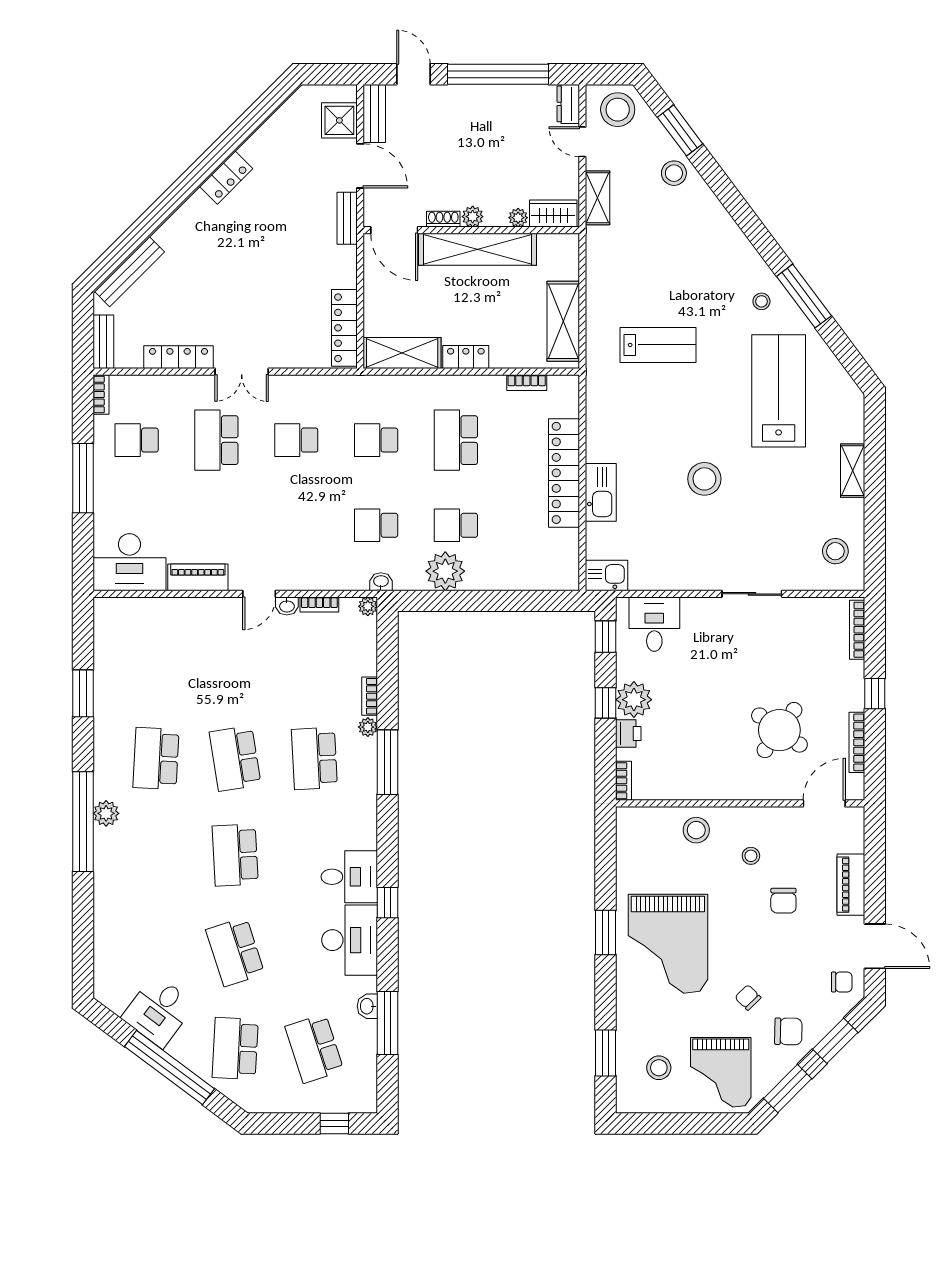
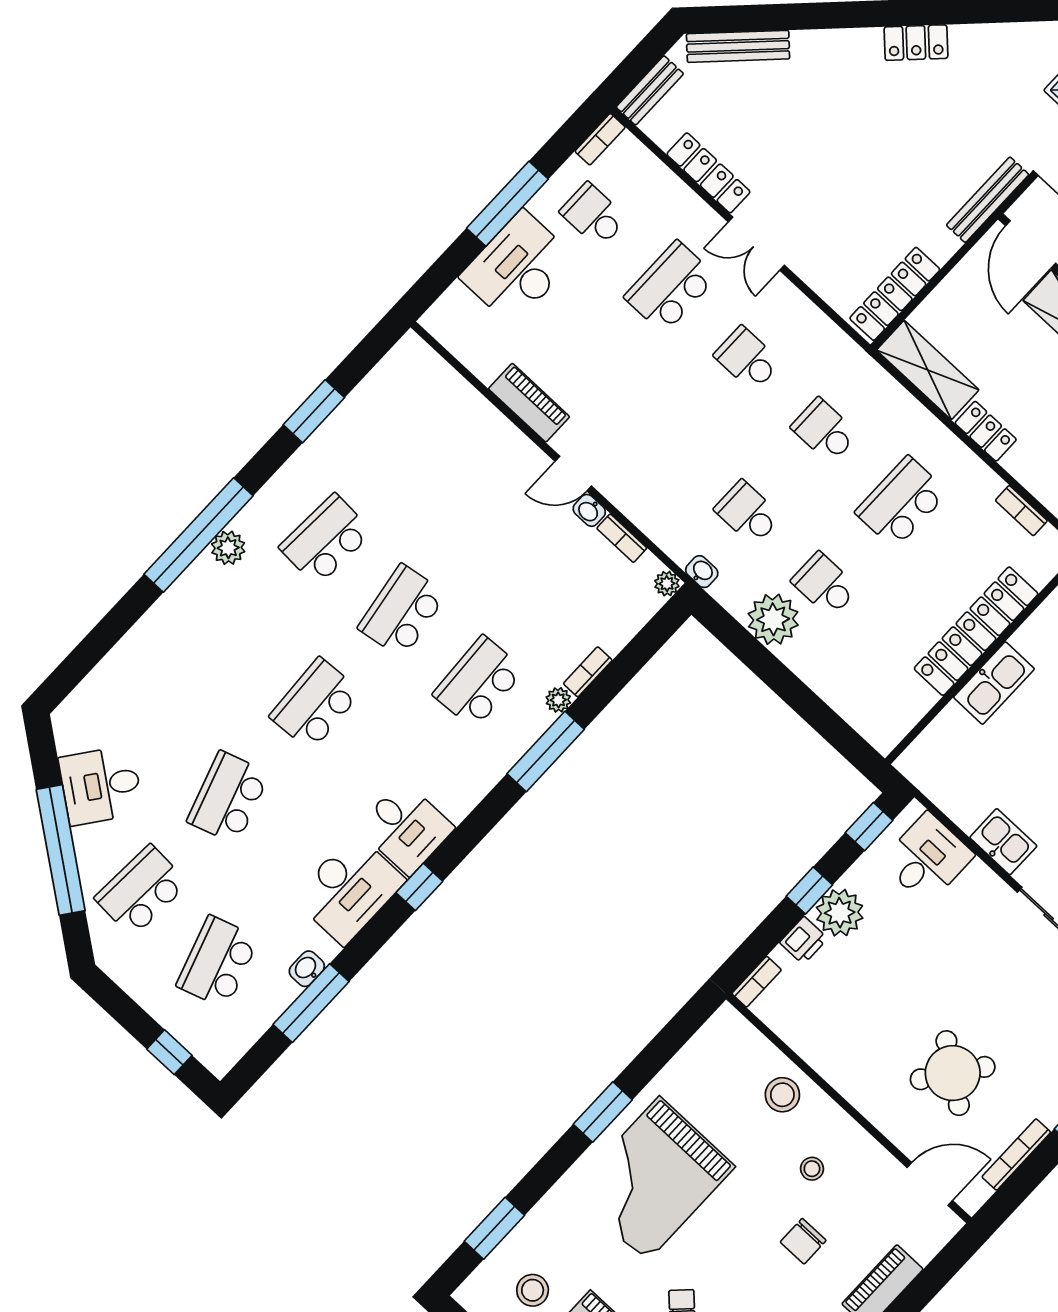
bench: (347, 218) -> (988, 200), width x1.36
desk: (129, 562) -> (518, 268), moved, turned 90
kitchen sink: (606, 575) -> (1003, 842), moved

